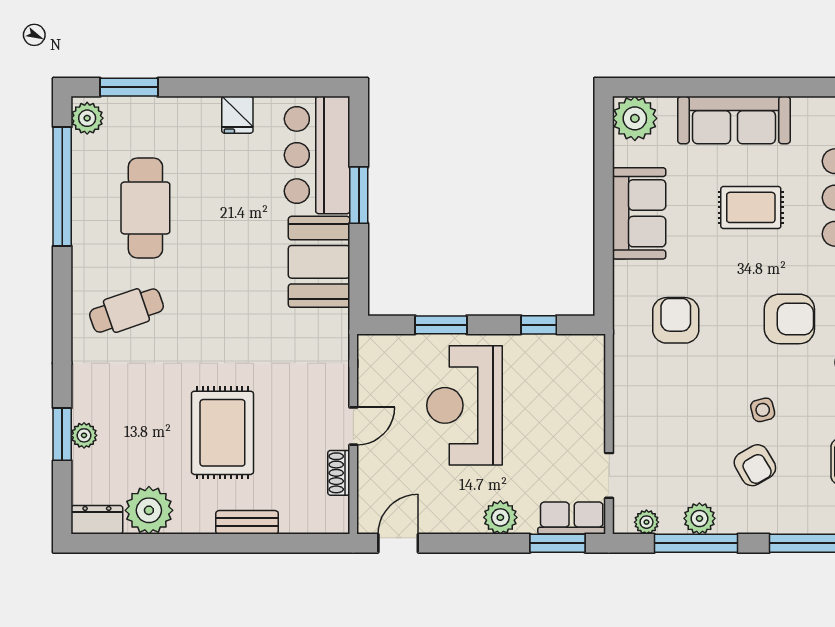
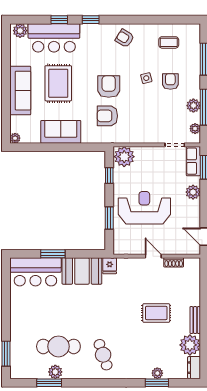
fridge: (237, 115) -> (110, 266), moved, turned 90
plant: (87, 118) -> (55, 372), moved
plant: (635, 118) -> (15, 138), width x0.53, depth x0.53
window: (62, 187) -> (49, 383), width x0.47
rug: (751, 207) -> (58, 83), width x1.36, depth x1.43
armchair: (789, 319) -> (109, 87), moved
plant: (582, 359) -> (124, 157), added
reception desk: (464, 405) -> (144, 208), turned 180
rug: (222, 433) -> (156, 313), width x0.73, depth x0.70
armchair: (755, 465) -> (170, 81), turned -60
bench: (247, 522) -> (195, 320), moved

